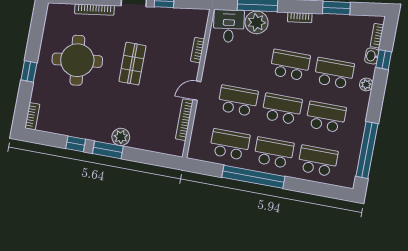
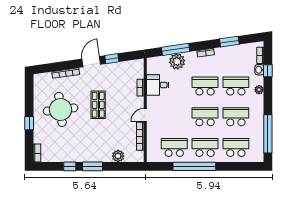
desk: (229, 26) -> (158, 85), moved, turned -82
school desk: (238, 101) -> (174, 117), removed
plant: (121, 137) -> (118, 156), moved

